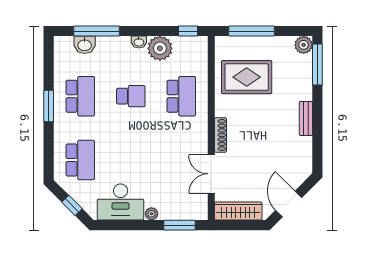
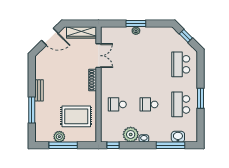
window: (252, 31) -> (63, 145), moved
plant: (304, 45) -> (59, 137), moved
window: (317, 64) -> (32, 110), moved
school desk: (181, 96) -> (117, 104), width x0.54
desk: (121, 202) -> (155, 38), removed
door: (289, 204) -> (50, 37), hinge flipped
window: (179, 225) -> (136, 23), moved

